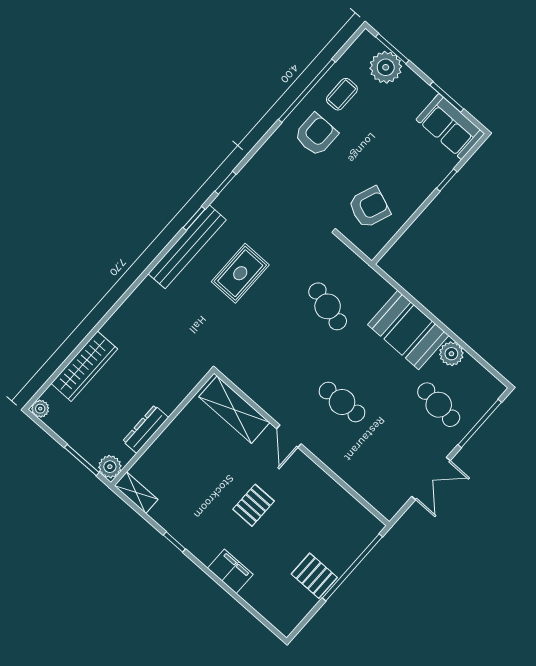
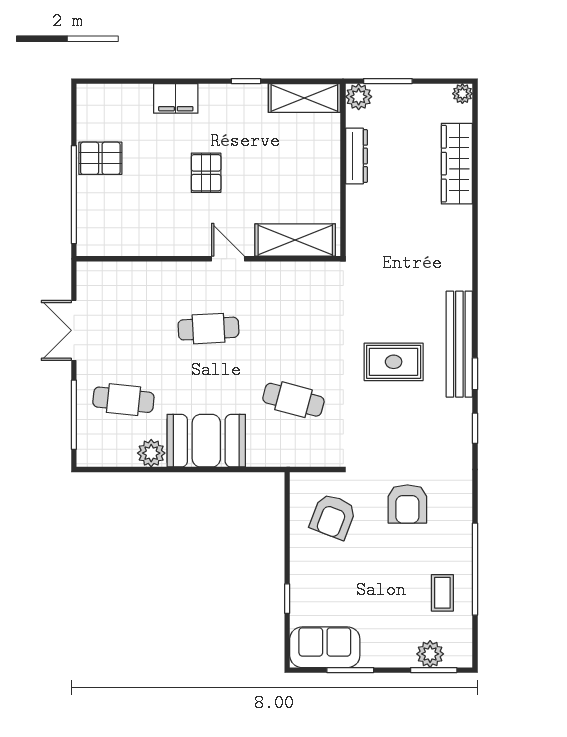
plant: (386, 67) -> (430, 654), width x0.73, depth x0.73
armchair: (316, 135) -> (407, 504), moved
rug: (240, 273) -> (394, 362), turned 90
shelving: (136, 493) -> (304, 98), width x1.50, depth x1.33

